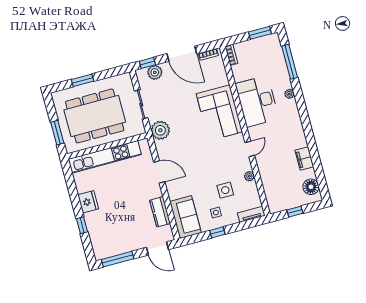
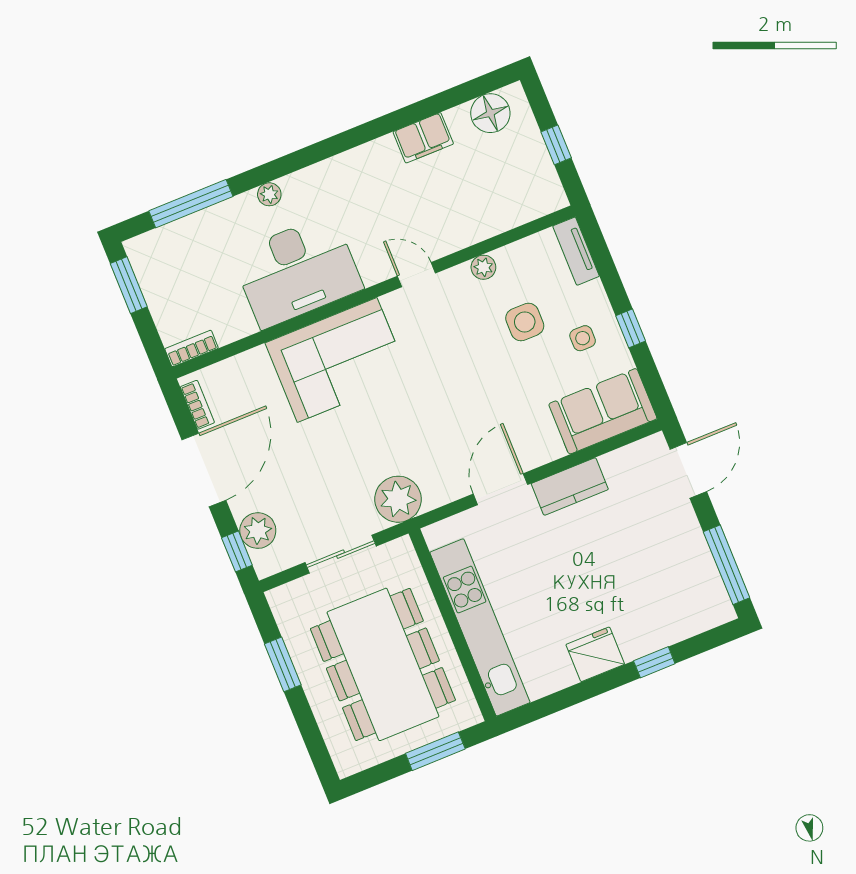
window: (83, 80) -> (283, 664), moved
kitchen counter: (160, 212) -> (570, 486), moved

